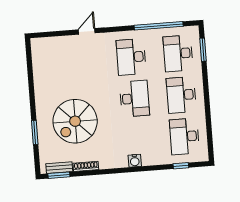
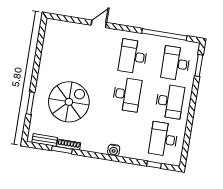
desk: (181, 95) -> (170, 101), turned 180
spiral stairs: (75, 121) -> (69, 102), turned 180
window: (59, 175) -> (62, 150), moved

